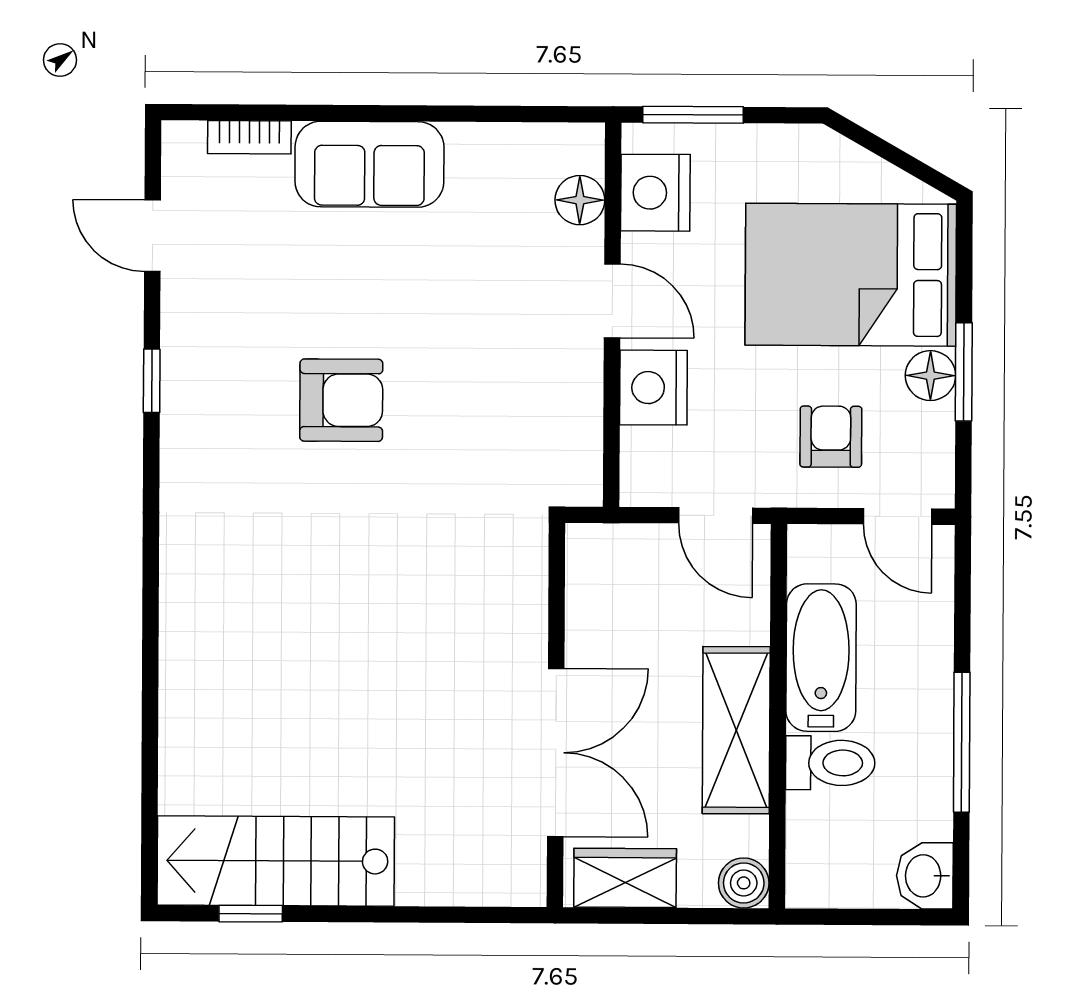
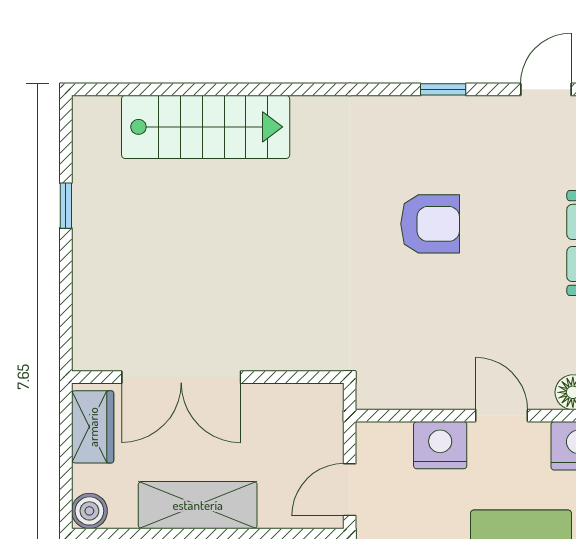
door: (612, 301) -> (502, 416), swing flipped
armchair: (341, 400) -> (430, 224), turned -90
stairs: (276, 861) -> (206, 127), moved, turned 90
window: (251, 914) -> (66, 206), moved

